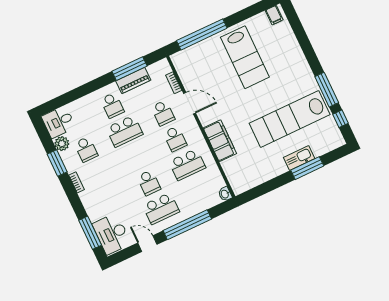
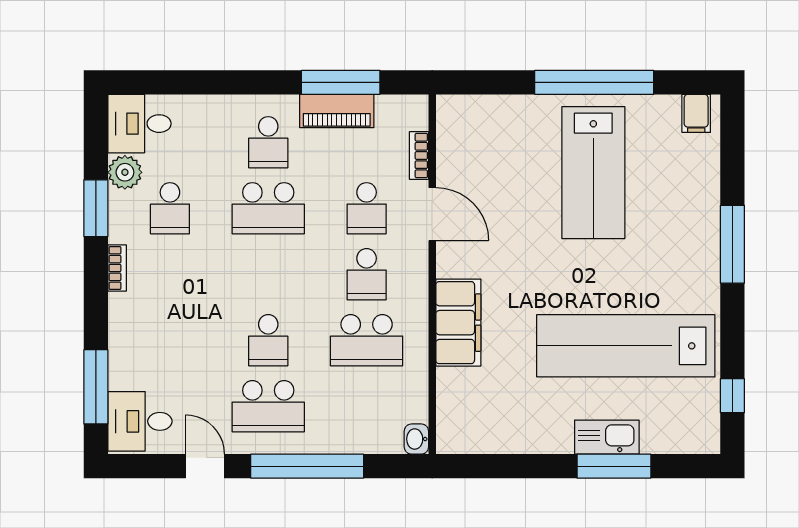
window: (202, 34) -> (594, 82), moved
window: (327, 90) -> (732, 244), moved
desk: (112, 234) -> (140, 421), width x0.73

